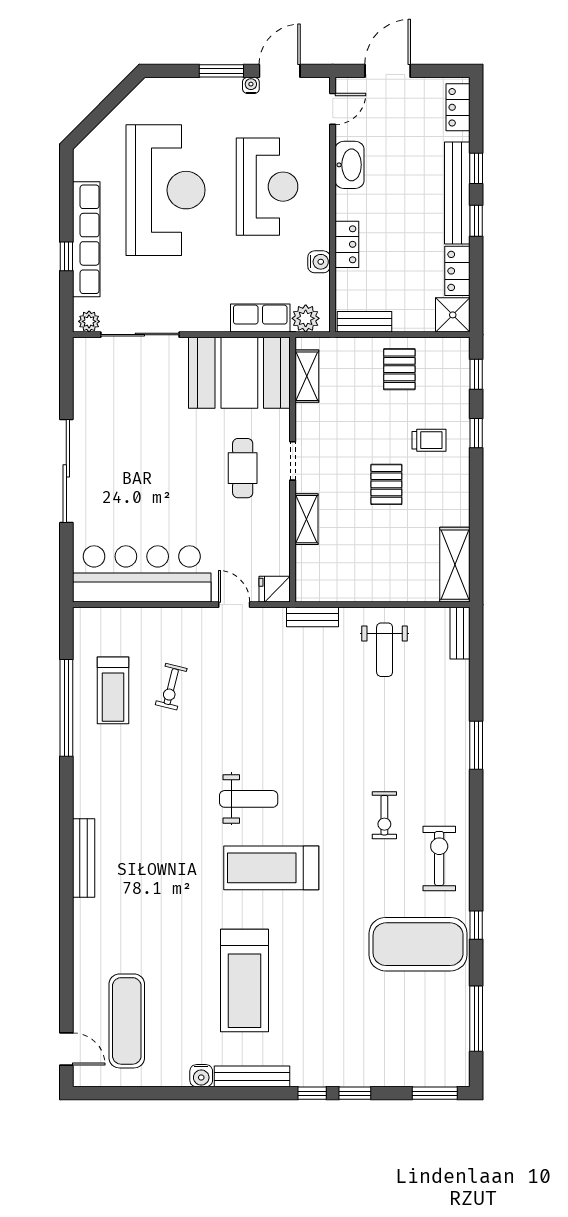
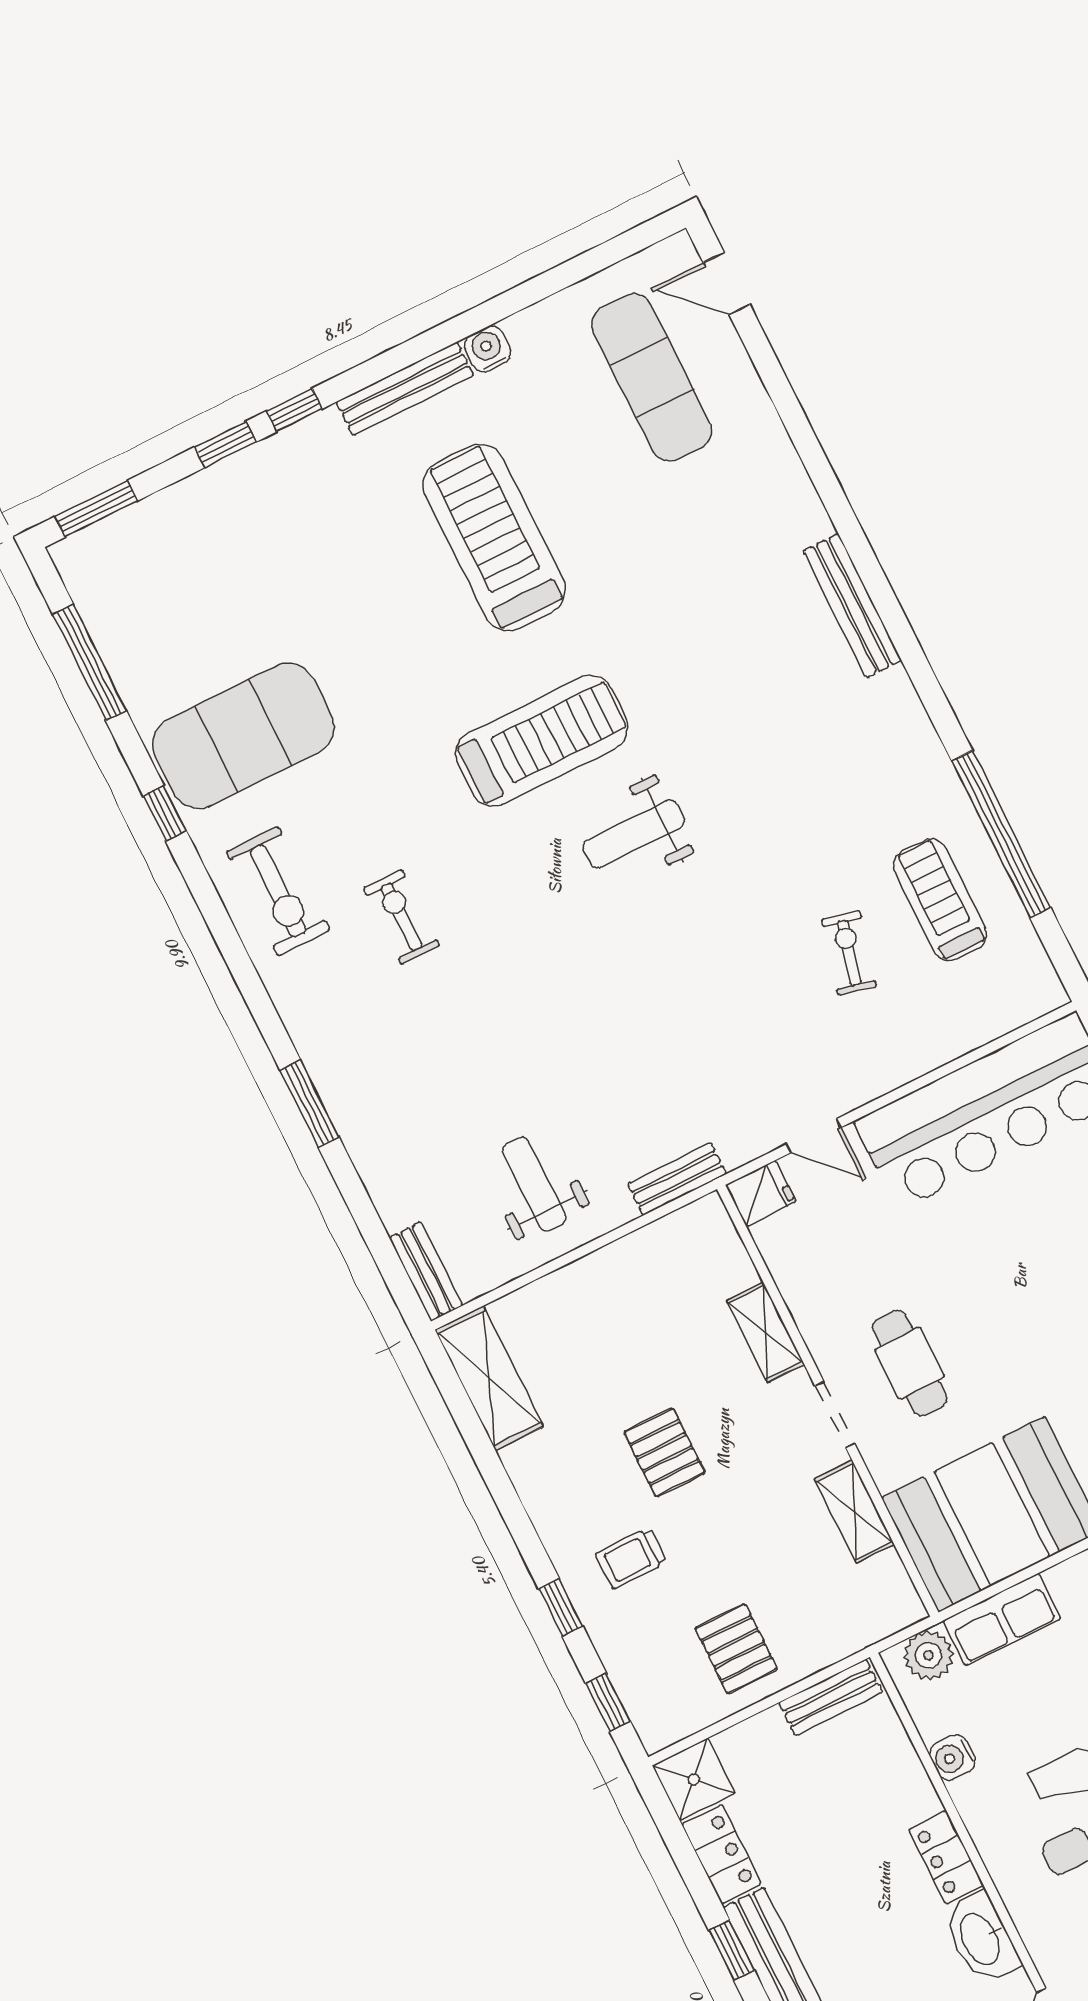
locker: (347, 244) -> (946, 1857), moved
shelving: (307, 376) -> (854, 1512), moved

